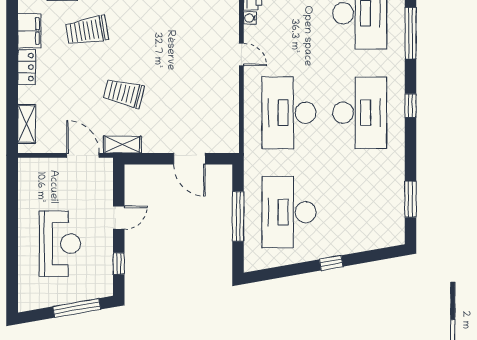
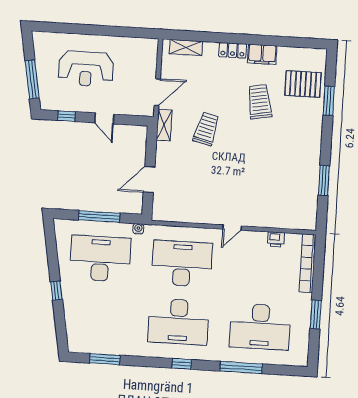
water cooler: (250, 18) -> (138, 229), moved

